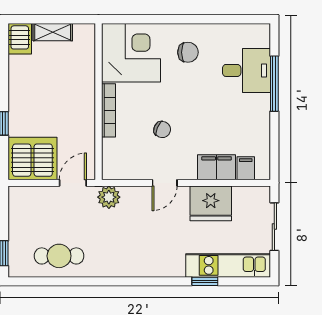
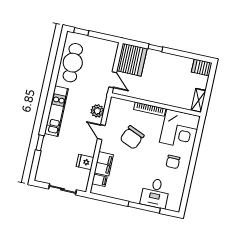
shelving: (53, 32) -> (199, 100), moved
chair: (162, 130) -> (132, 137), width x1.87, depth x1.87
plant: (109, 197) -> (97, 111), moved
fridge: (211, 203) -> (85, 162), width x0.53, depth x0.75
cafe table: (59, 256) -> (73, 63), width x1.37, depth x1.35
kitchen unit: (228, 265) -> (56, 111), moved

